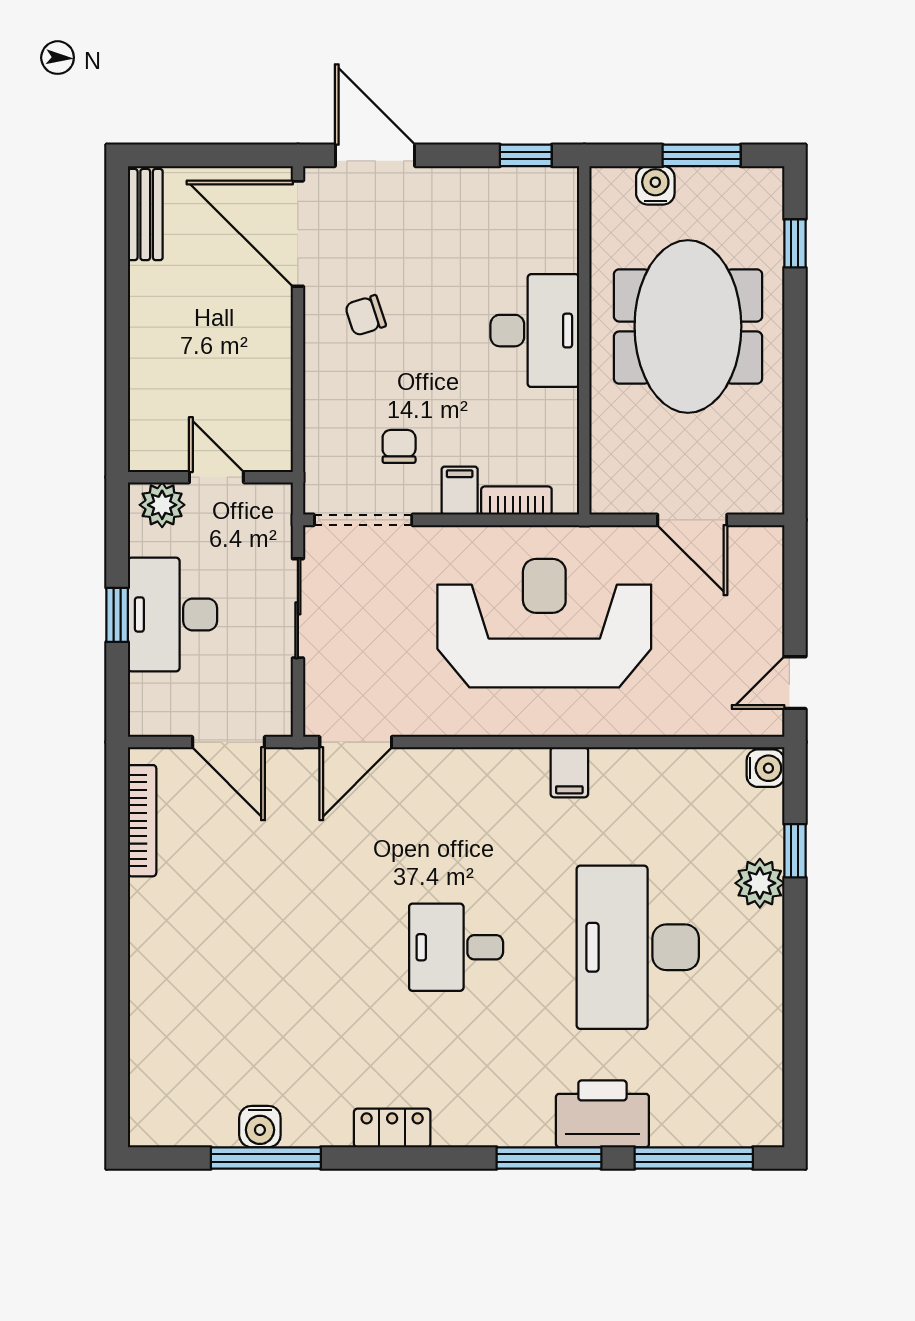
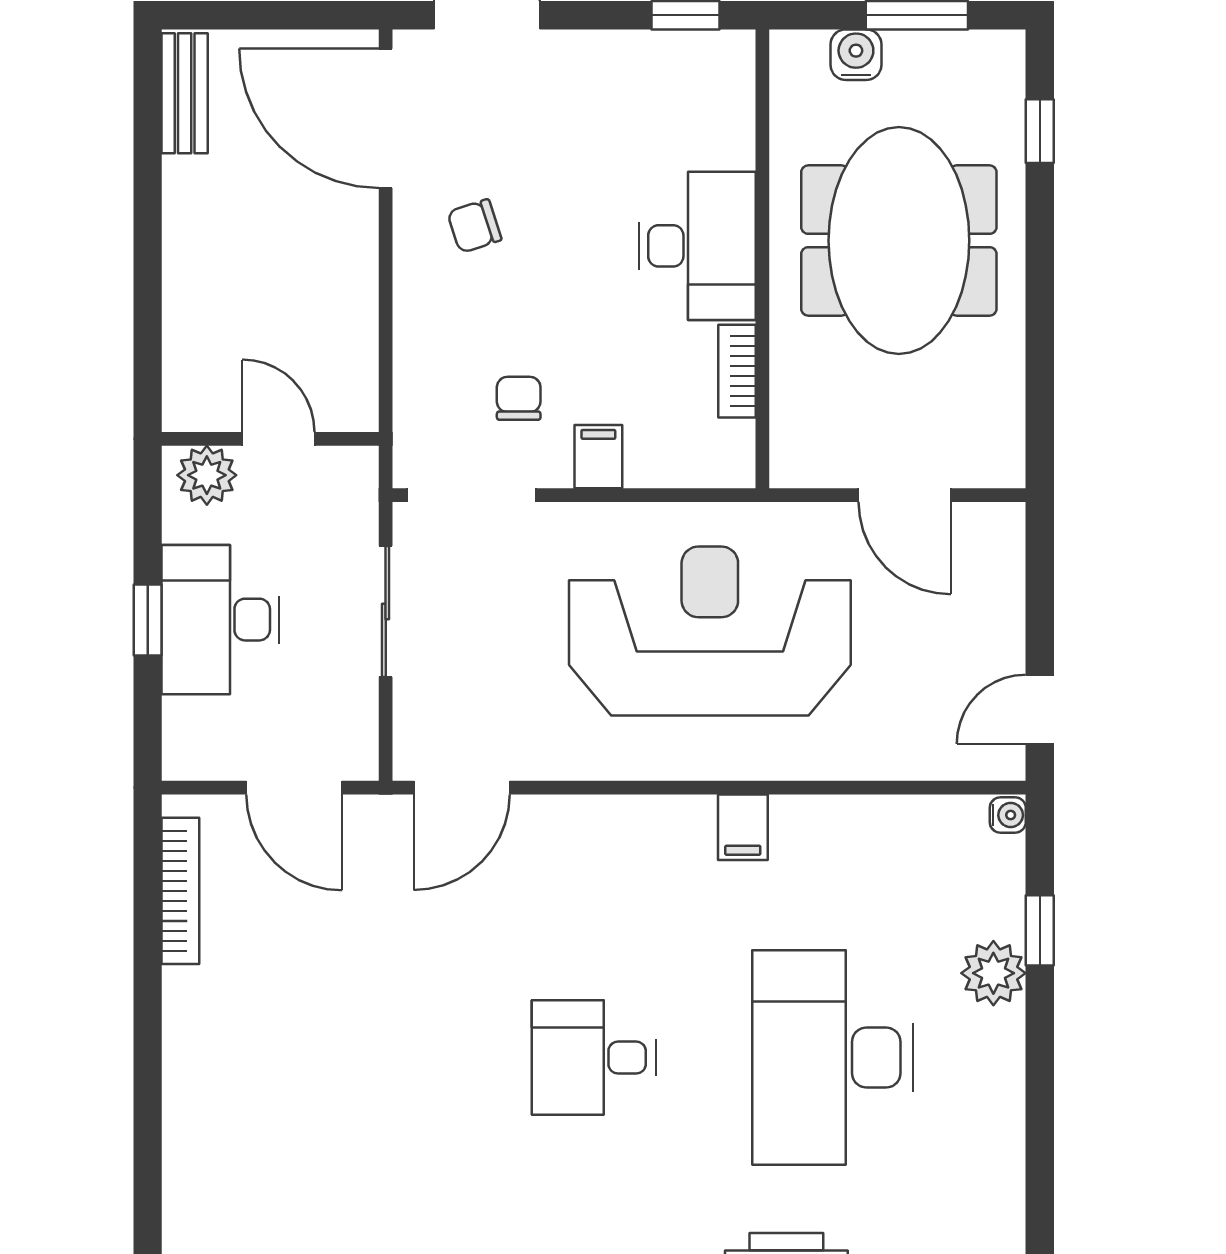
bookcase: (516, 501) -> (737, 371), moved, turned -90
water cooler: (765, 768) -> (1008, 815), width x0.72, depth x0.72

